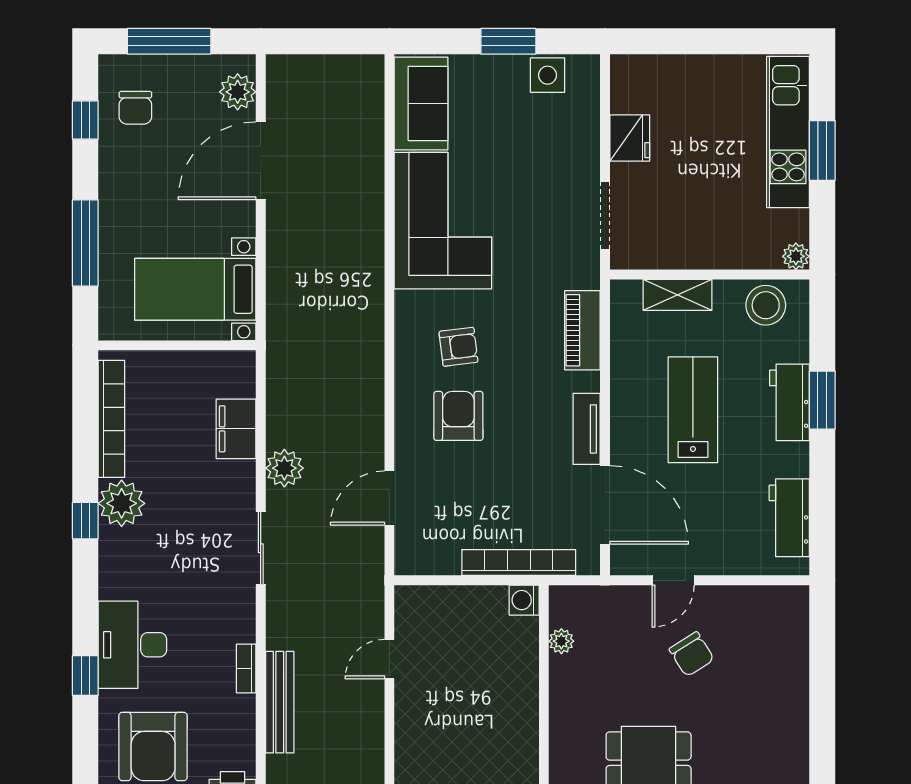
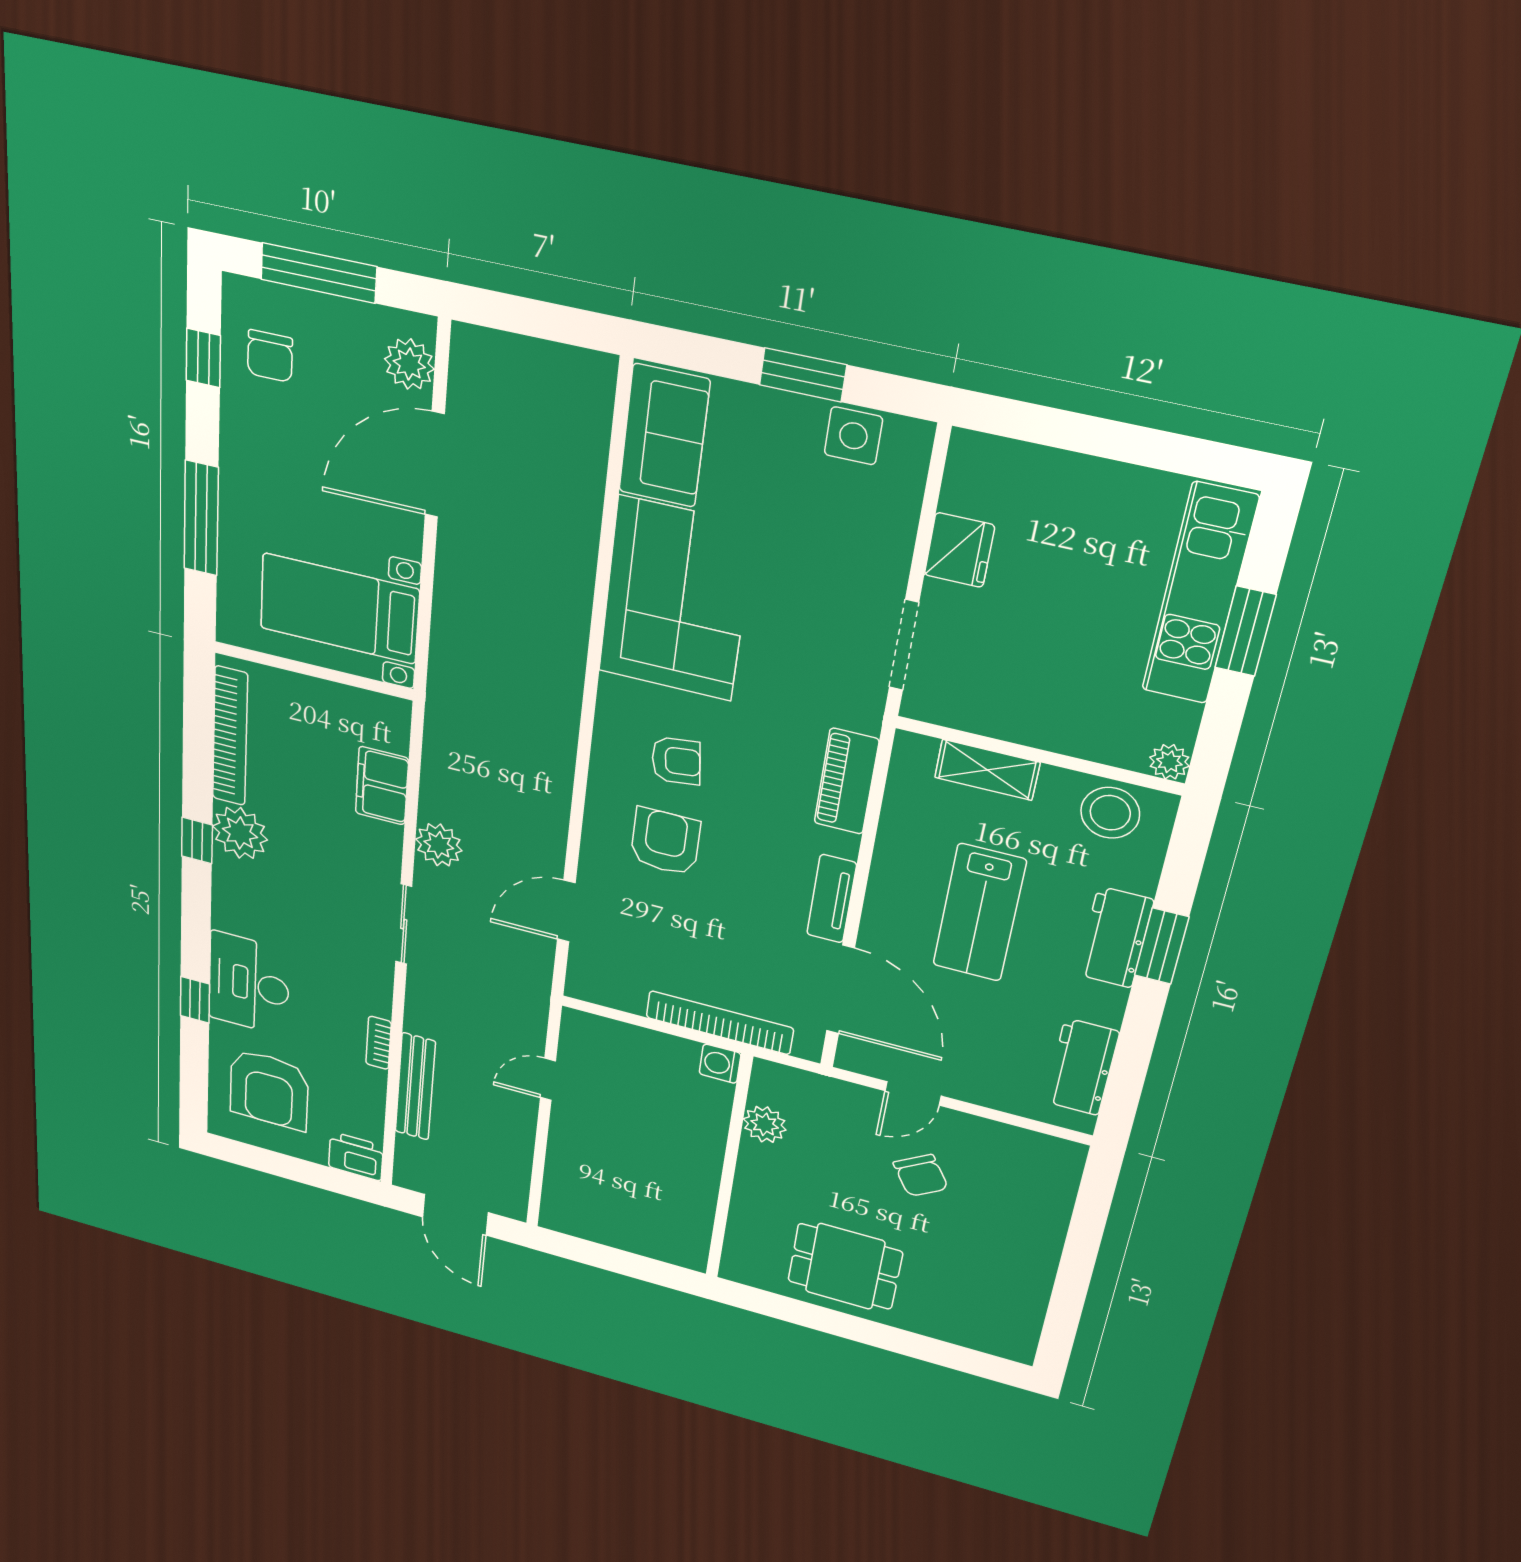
lab bench: (693, 410) -> (979, 913), turned 180
plant: (561, 641) -> (765, 1124), width x1.38, depth x1.38

